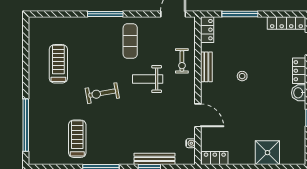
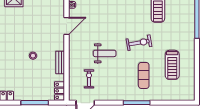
exercise mat: (130, 41) -> (144, 75), moved
exercise bike: (182, 61) -> (89, 79), moved
door: (198, 115) -> (67, 26), swing flipped

